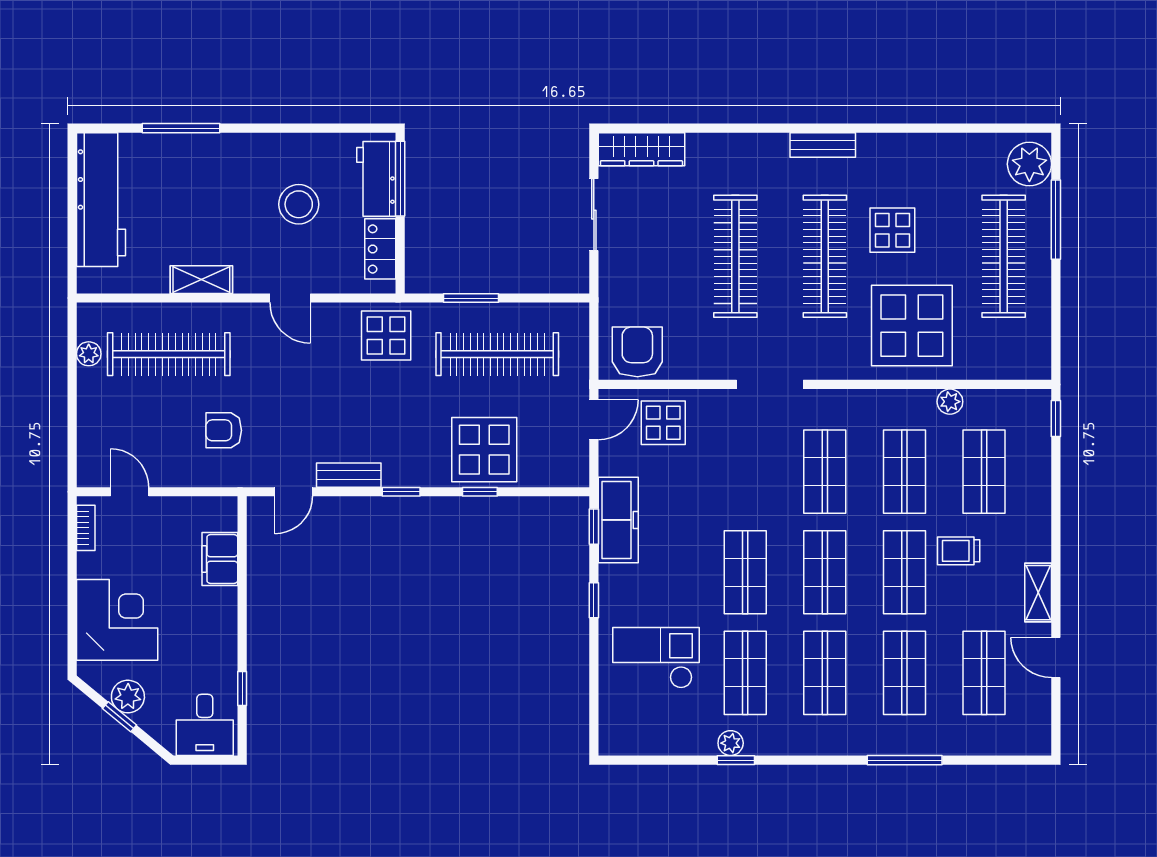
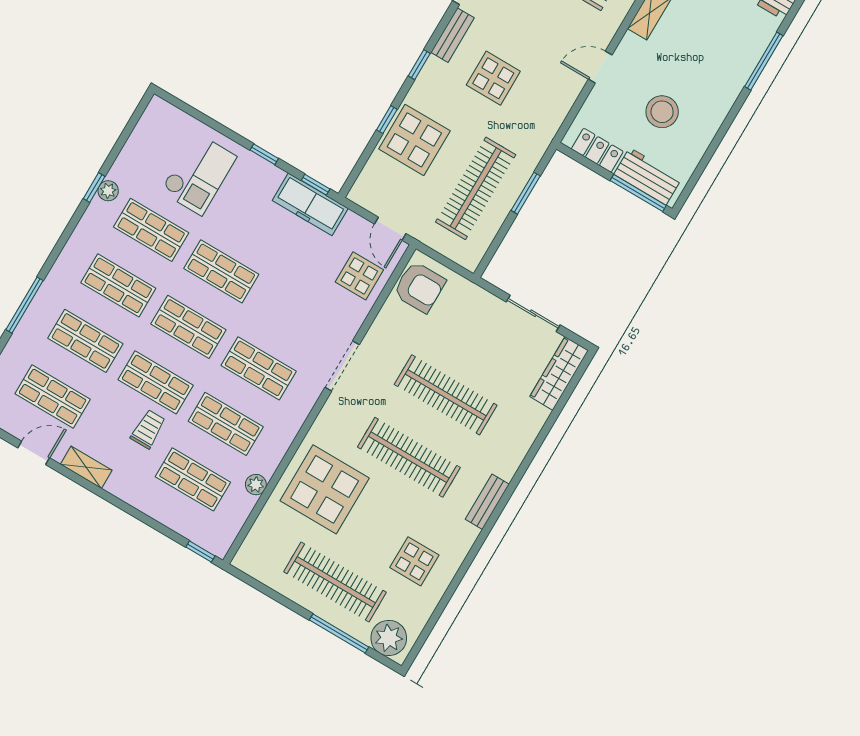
display table: (892, 230) -> (414, 561), moved
display table: (386, 336) -> (493, 78), moved

